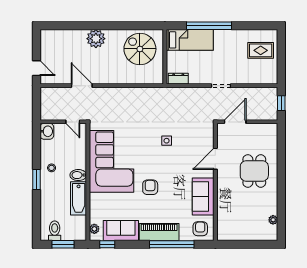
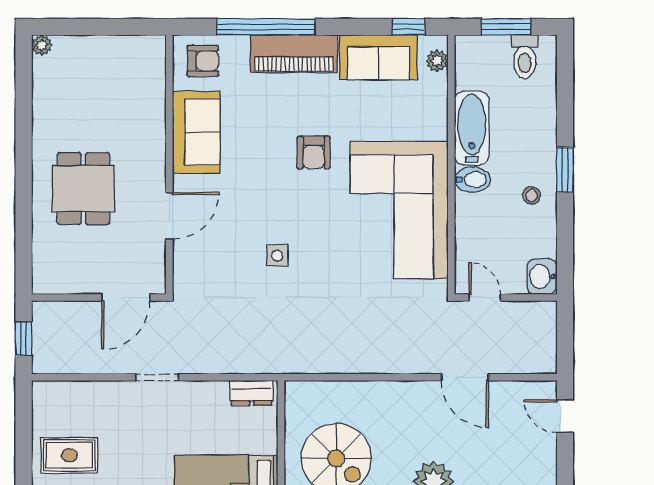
plant: (273, 220) -> (42, 45), moved
armchair: (200, 229) -> (203, 61), turned -90

